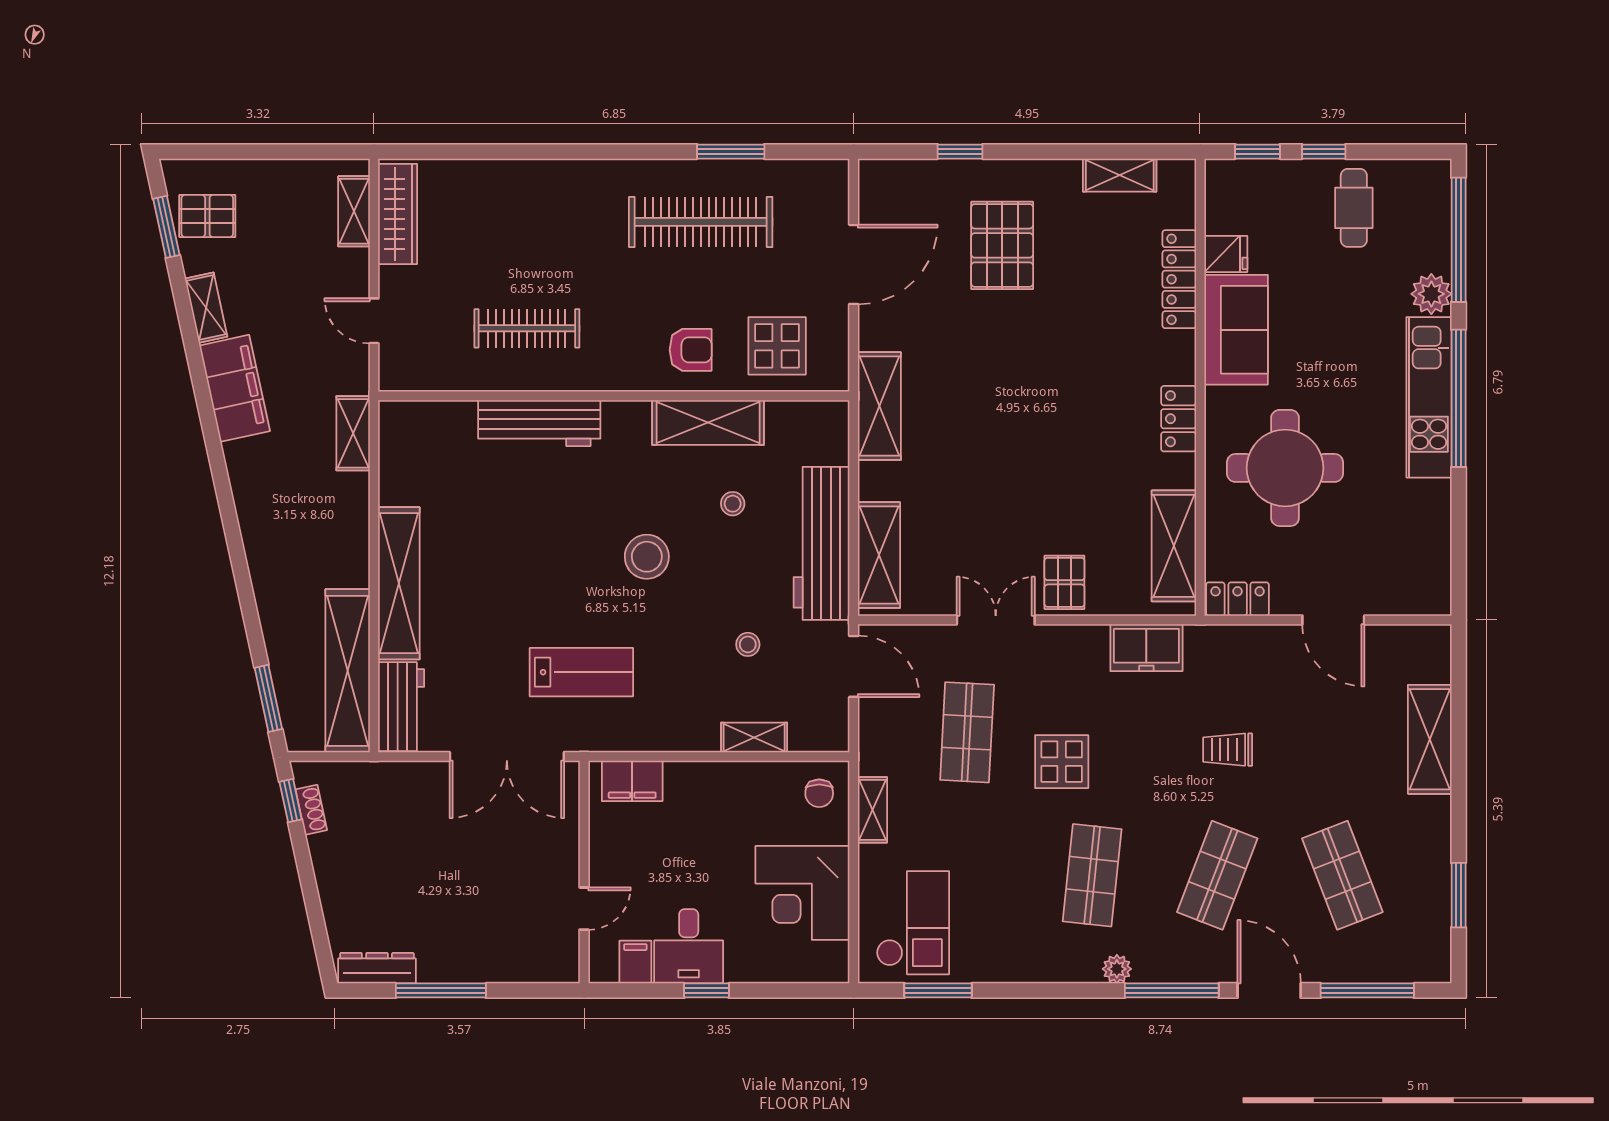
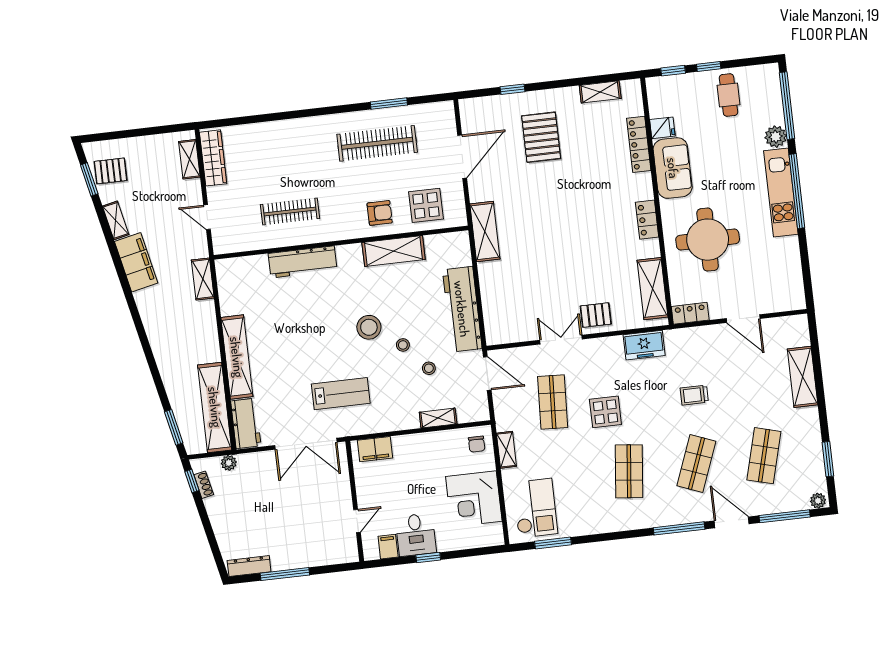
stool: (733, 504) -> (403, 345), moved
shelving: (879, 555) -> (494, 312), removed
pallet: (1064, 582) -> (596, 315), turned 90
plant: (362, 775) -> (229, 463), added
shop shelf: (1342, 875) -> (764, 456), turned 36
plant: (1117, 969) -> (818, 501), moved

